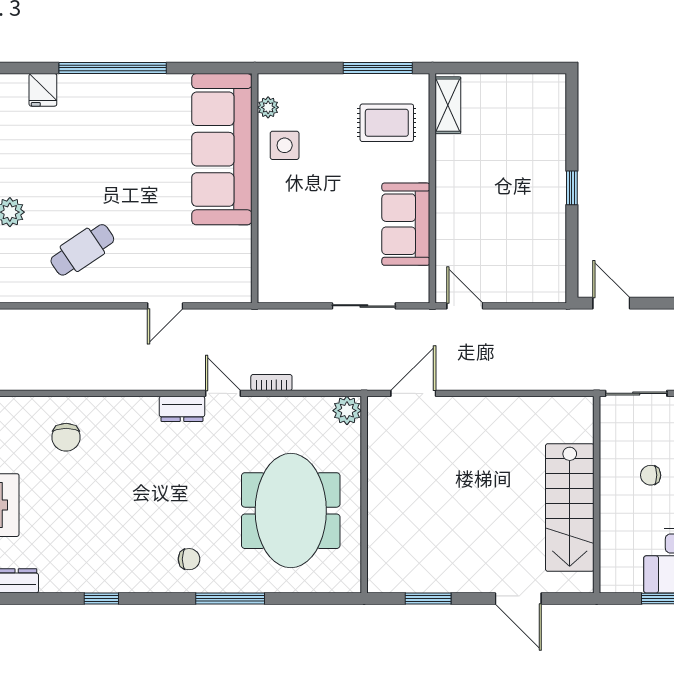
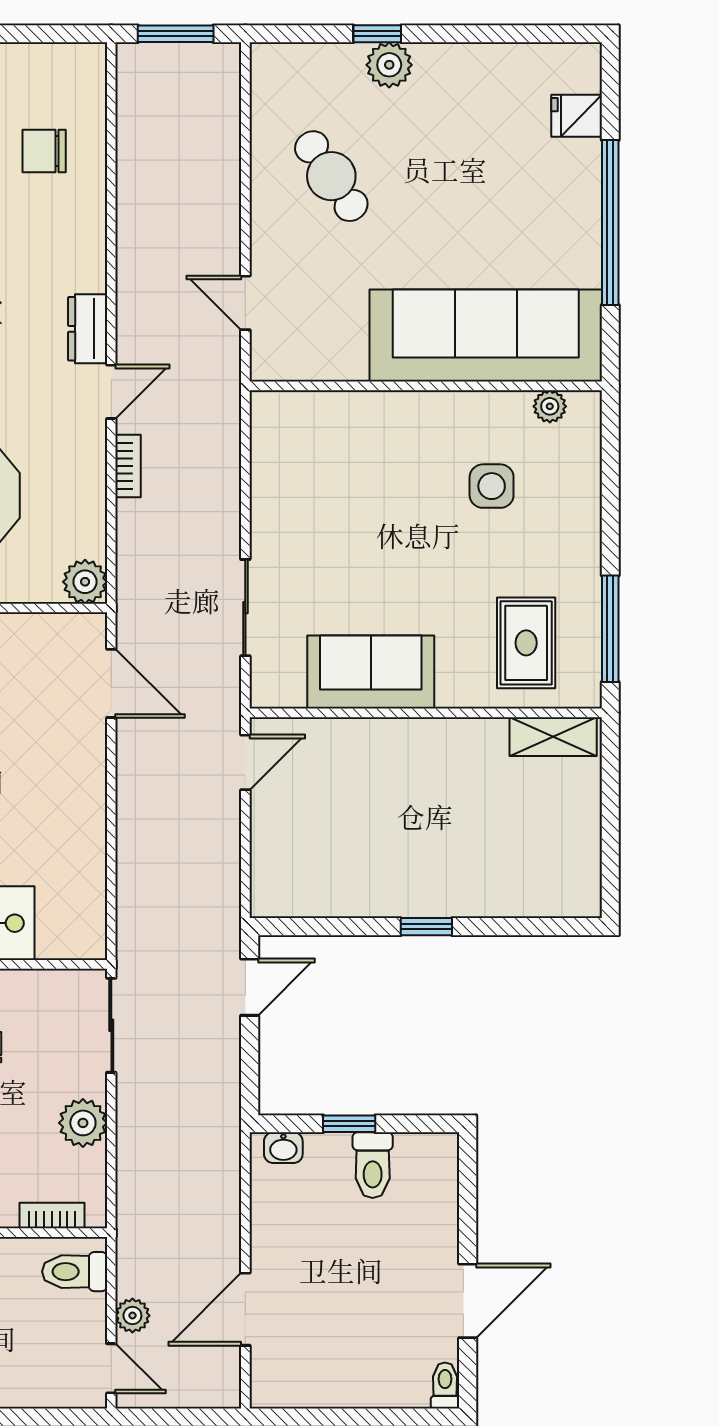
plant: (268, 107) -> (550, 406), moved
sofa: (222, 149) -> (486, 336), moved
wall: (255, 188) -> (426, 386), moved

